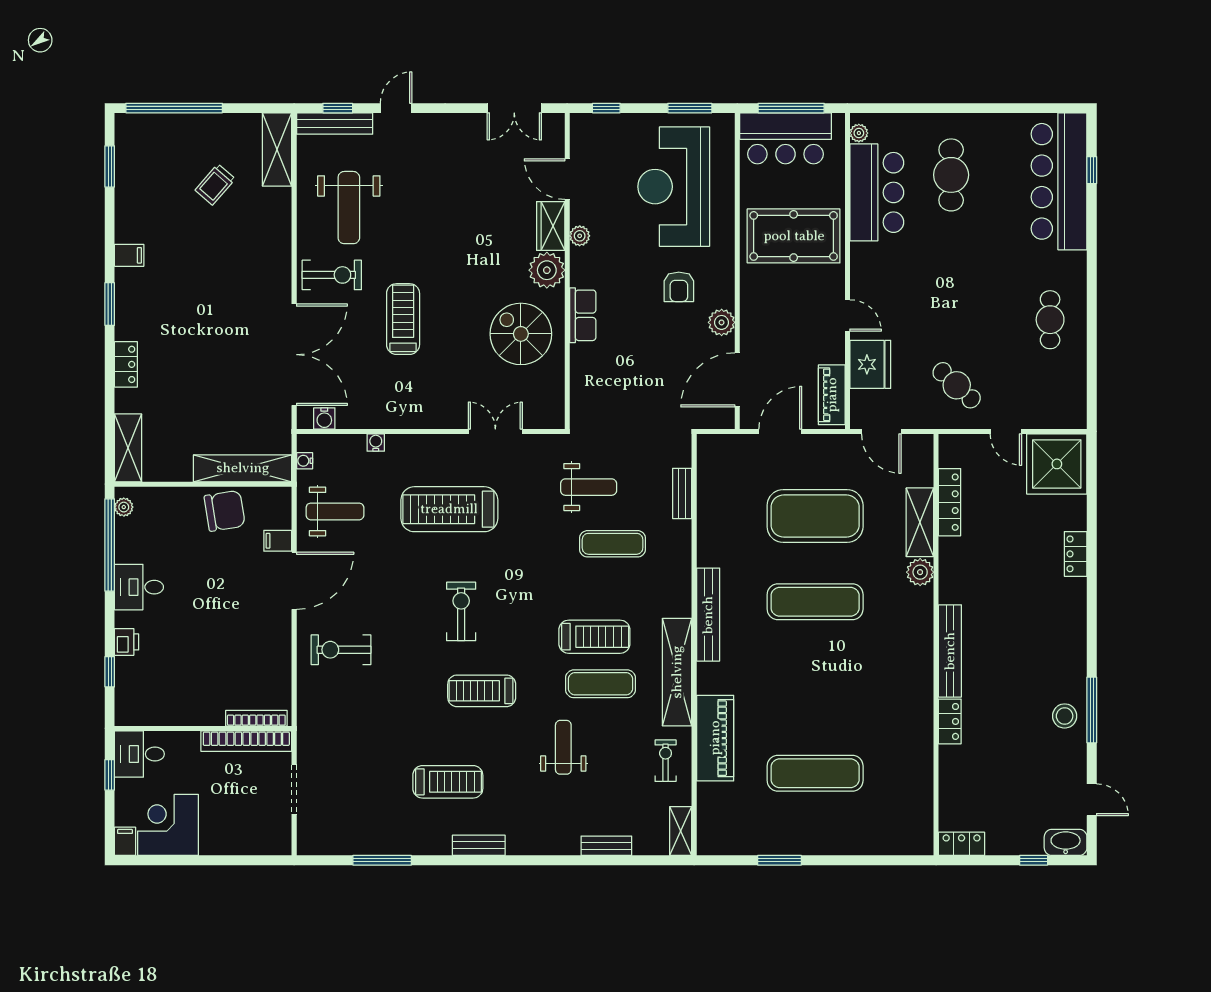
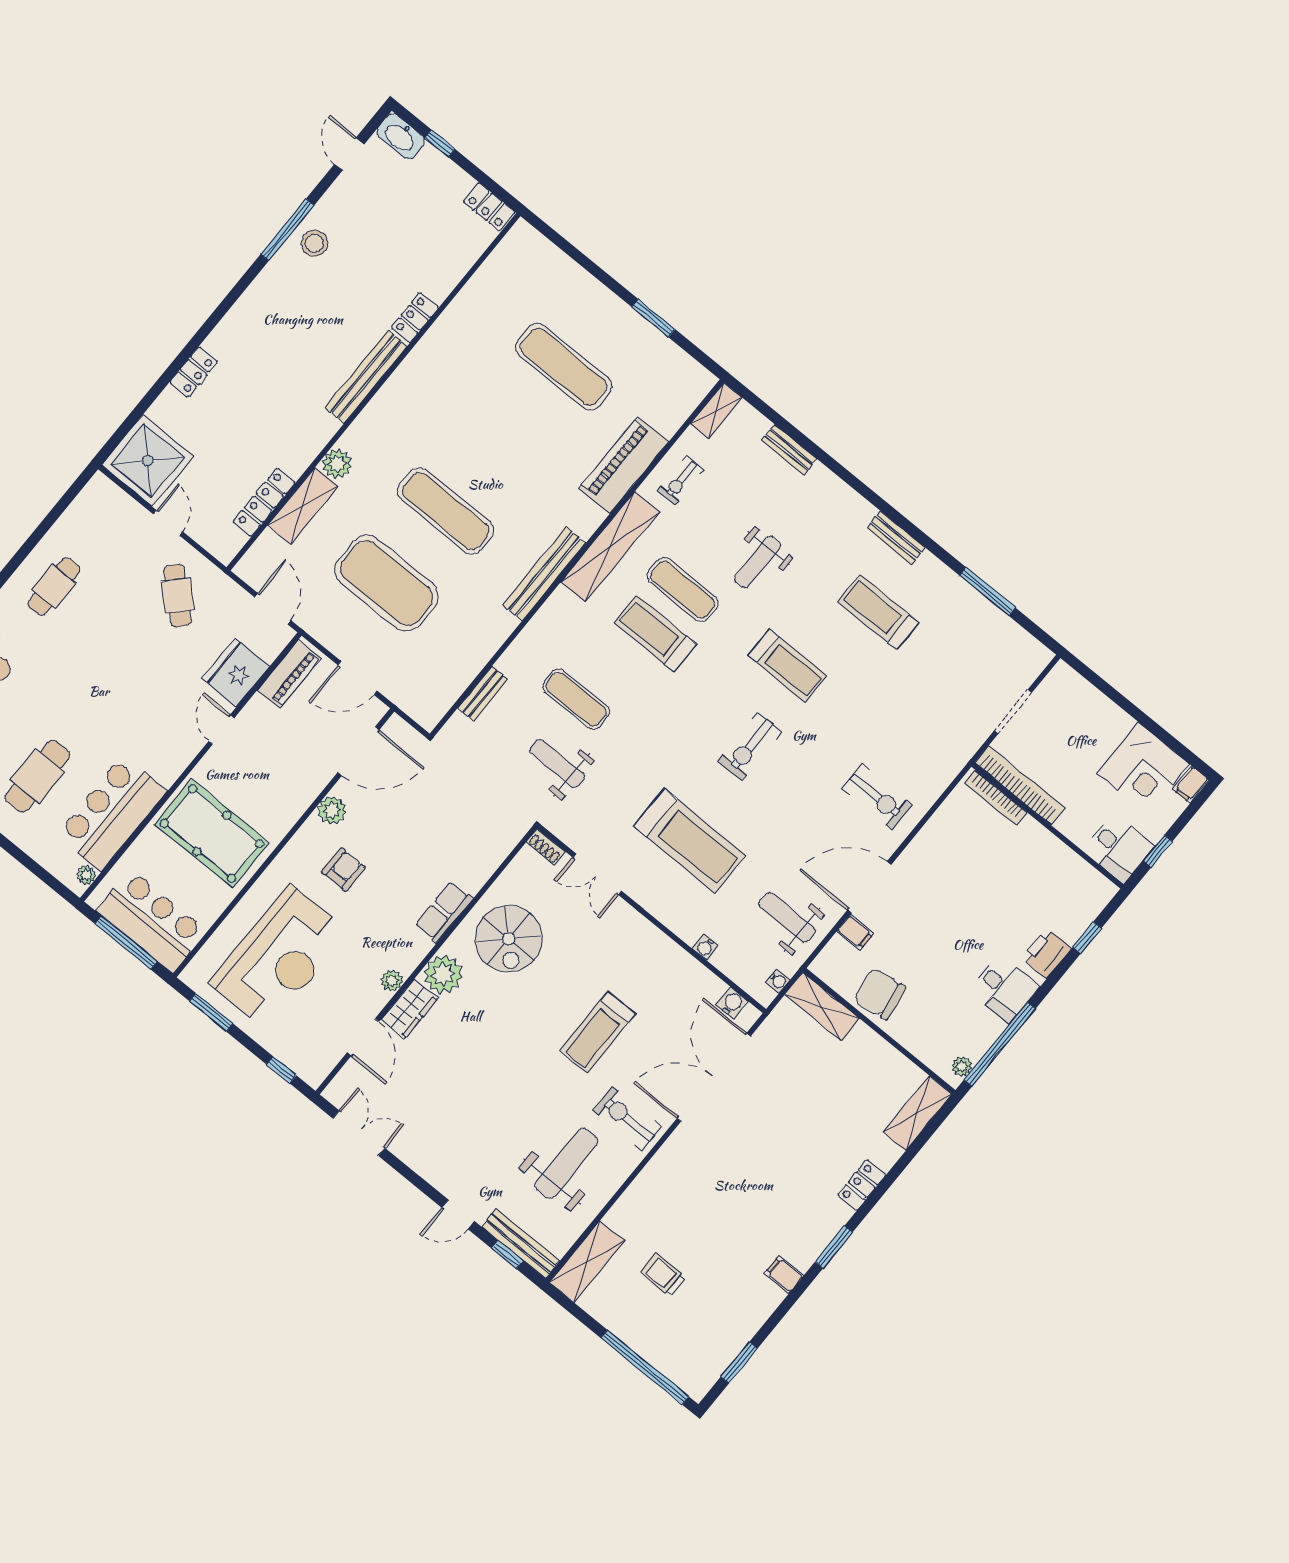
trolley: (215, 184) -> (663, 1275), turned -131
shoe rack: (548, 421) -> (546, 847), added
shelving: (243, 468) -> (822, 1006), width x0.68
printer: (127, 642) -> (1046, 953), width x1.36, depth x1.24

